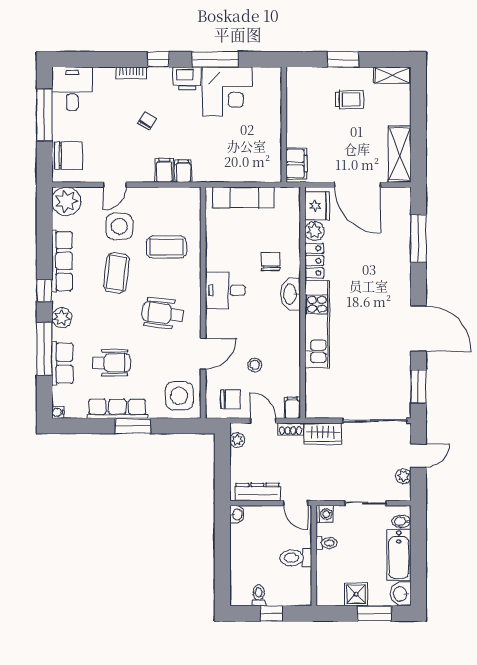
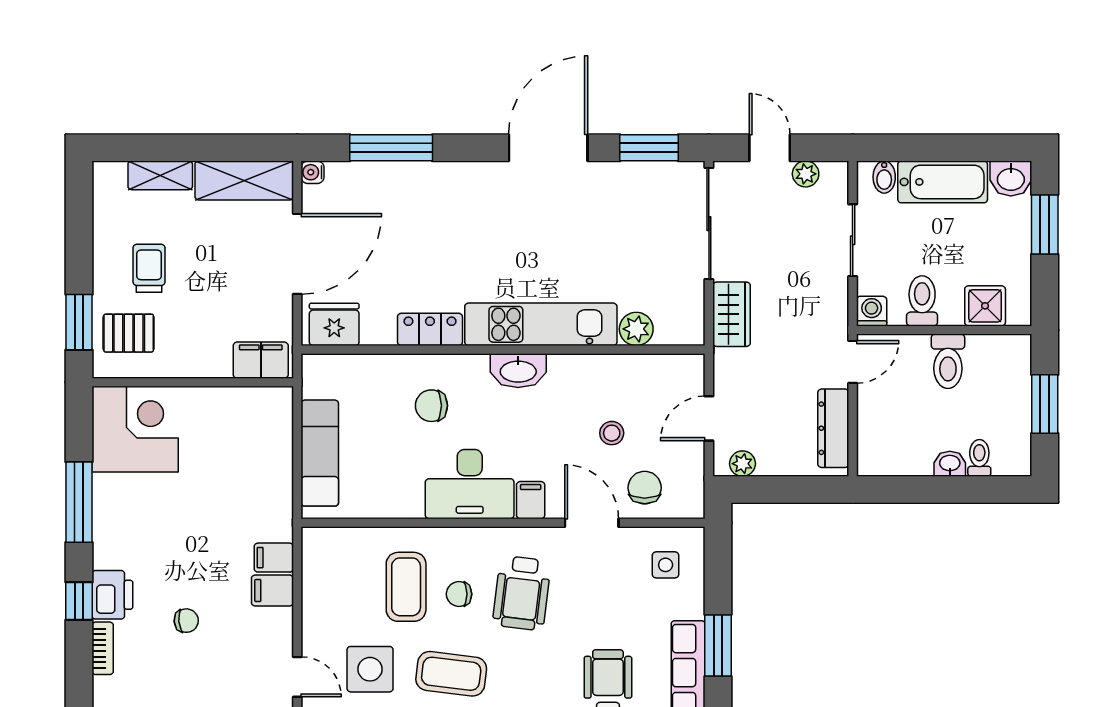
window: (343, 59) -> (79, 322), moved
shelving: (392, 75) -> (160, 175), moved, turned 90
printer: (187, 78) -> (112, 595), moved
pallet: (312, 88) -> (129, 333), added
corner desk: (227, 91) -> (135, 429), moved
chair: (147, 121) -> (186, 621), turned 145
water cooler: (404, 193) -> (313, 172), added
plant: (314, 231) -> (636, 329), moved
chair: (162, 277) -> (459, 594), added
desk: (225, 290) -> (470, 484), width x1.37
washbasin: (291, 294) -> (518, 371), moved
side table: (179, 396) -> (666, 565), width x0.54, depth x0.54
chair: (230, 399) -> (645, 488), moved
filing cabinet: (292, 408) -> (531, 500), moved, turned 90
shoe rack: (290, 429) -> (723, 371), removed
washbasin: (237, 514) -> (950, 464), moved
toilet: (326, 543) -> (922, 301), width x1.37, depth x1.39
shower: (356, 594) -> (985, 306), moved
toilet: (259, 595) -> (979, 458), moved, turned 90
window: (271, 613) -> (1045, 404), width x1.50

